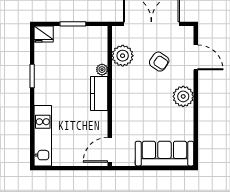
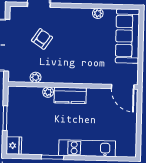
plant: (123, 56) -> (36, 77), width x0.53, depth x0.53
plant: (183, 96) -> (98, 13), moved, width x0.53, depth x0.53
kitchen unit: (43, 136) -> (87, 148), moved

